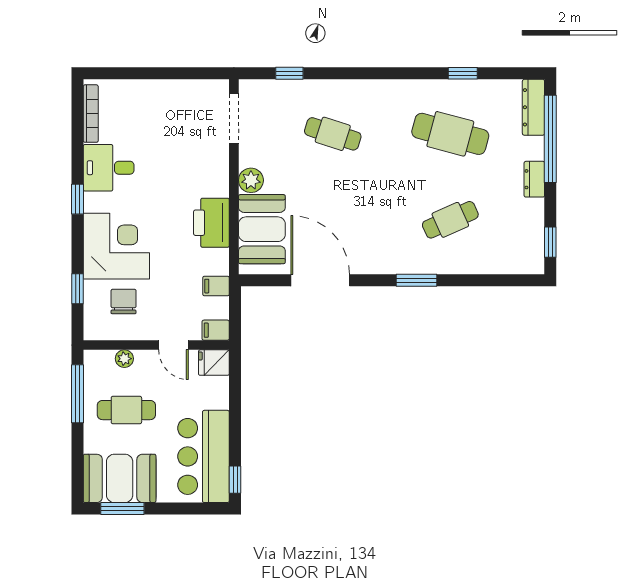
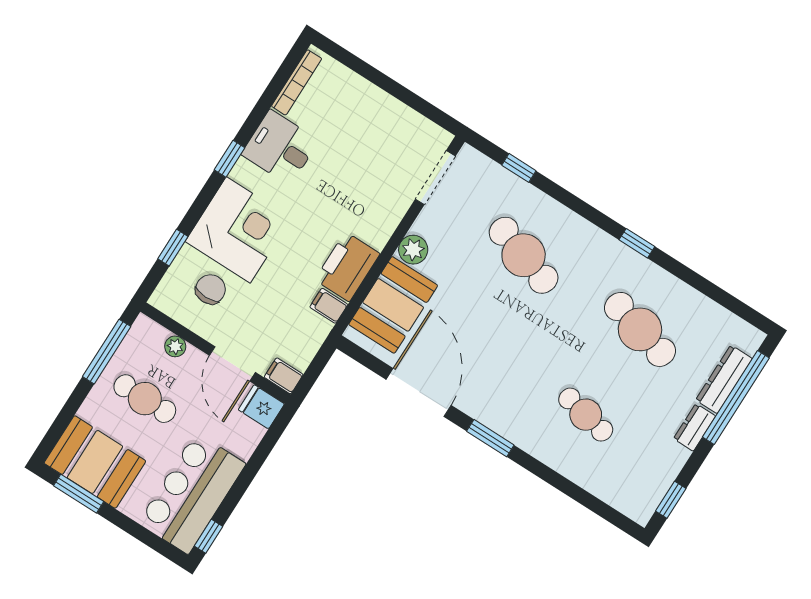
window: (463, 73) -> (637, 243), moved
dresser: (533, 107) -> (724, 379), moved
cafe table: (333, 134) -> (524, 255), width x1.37, depth x1.35
cafe table: (450, 220) -> (586, 415), turned 36
window: (416, 280) -> (490, 438), moved
filing cabinet: (216, 286) -> (329, 306), moved
door: (173, 345) -> (232, 364), width x1.38

